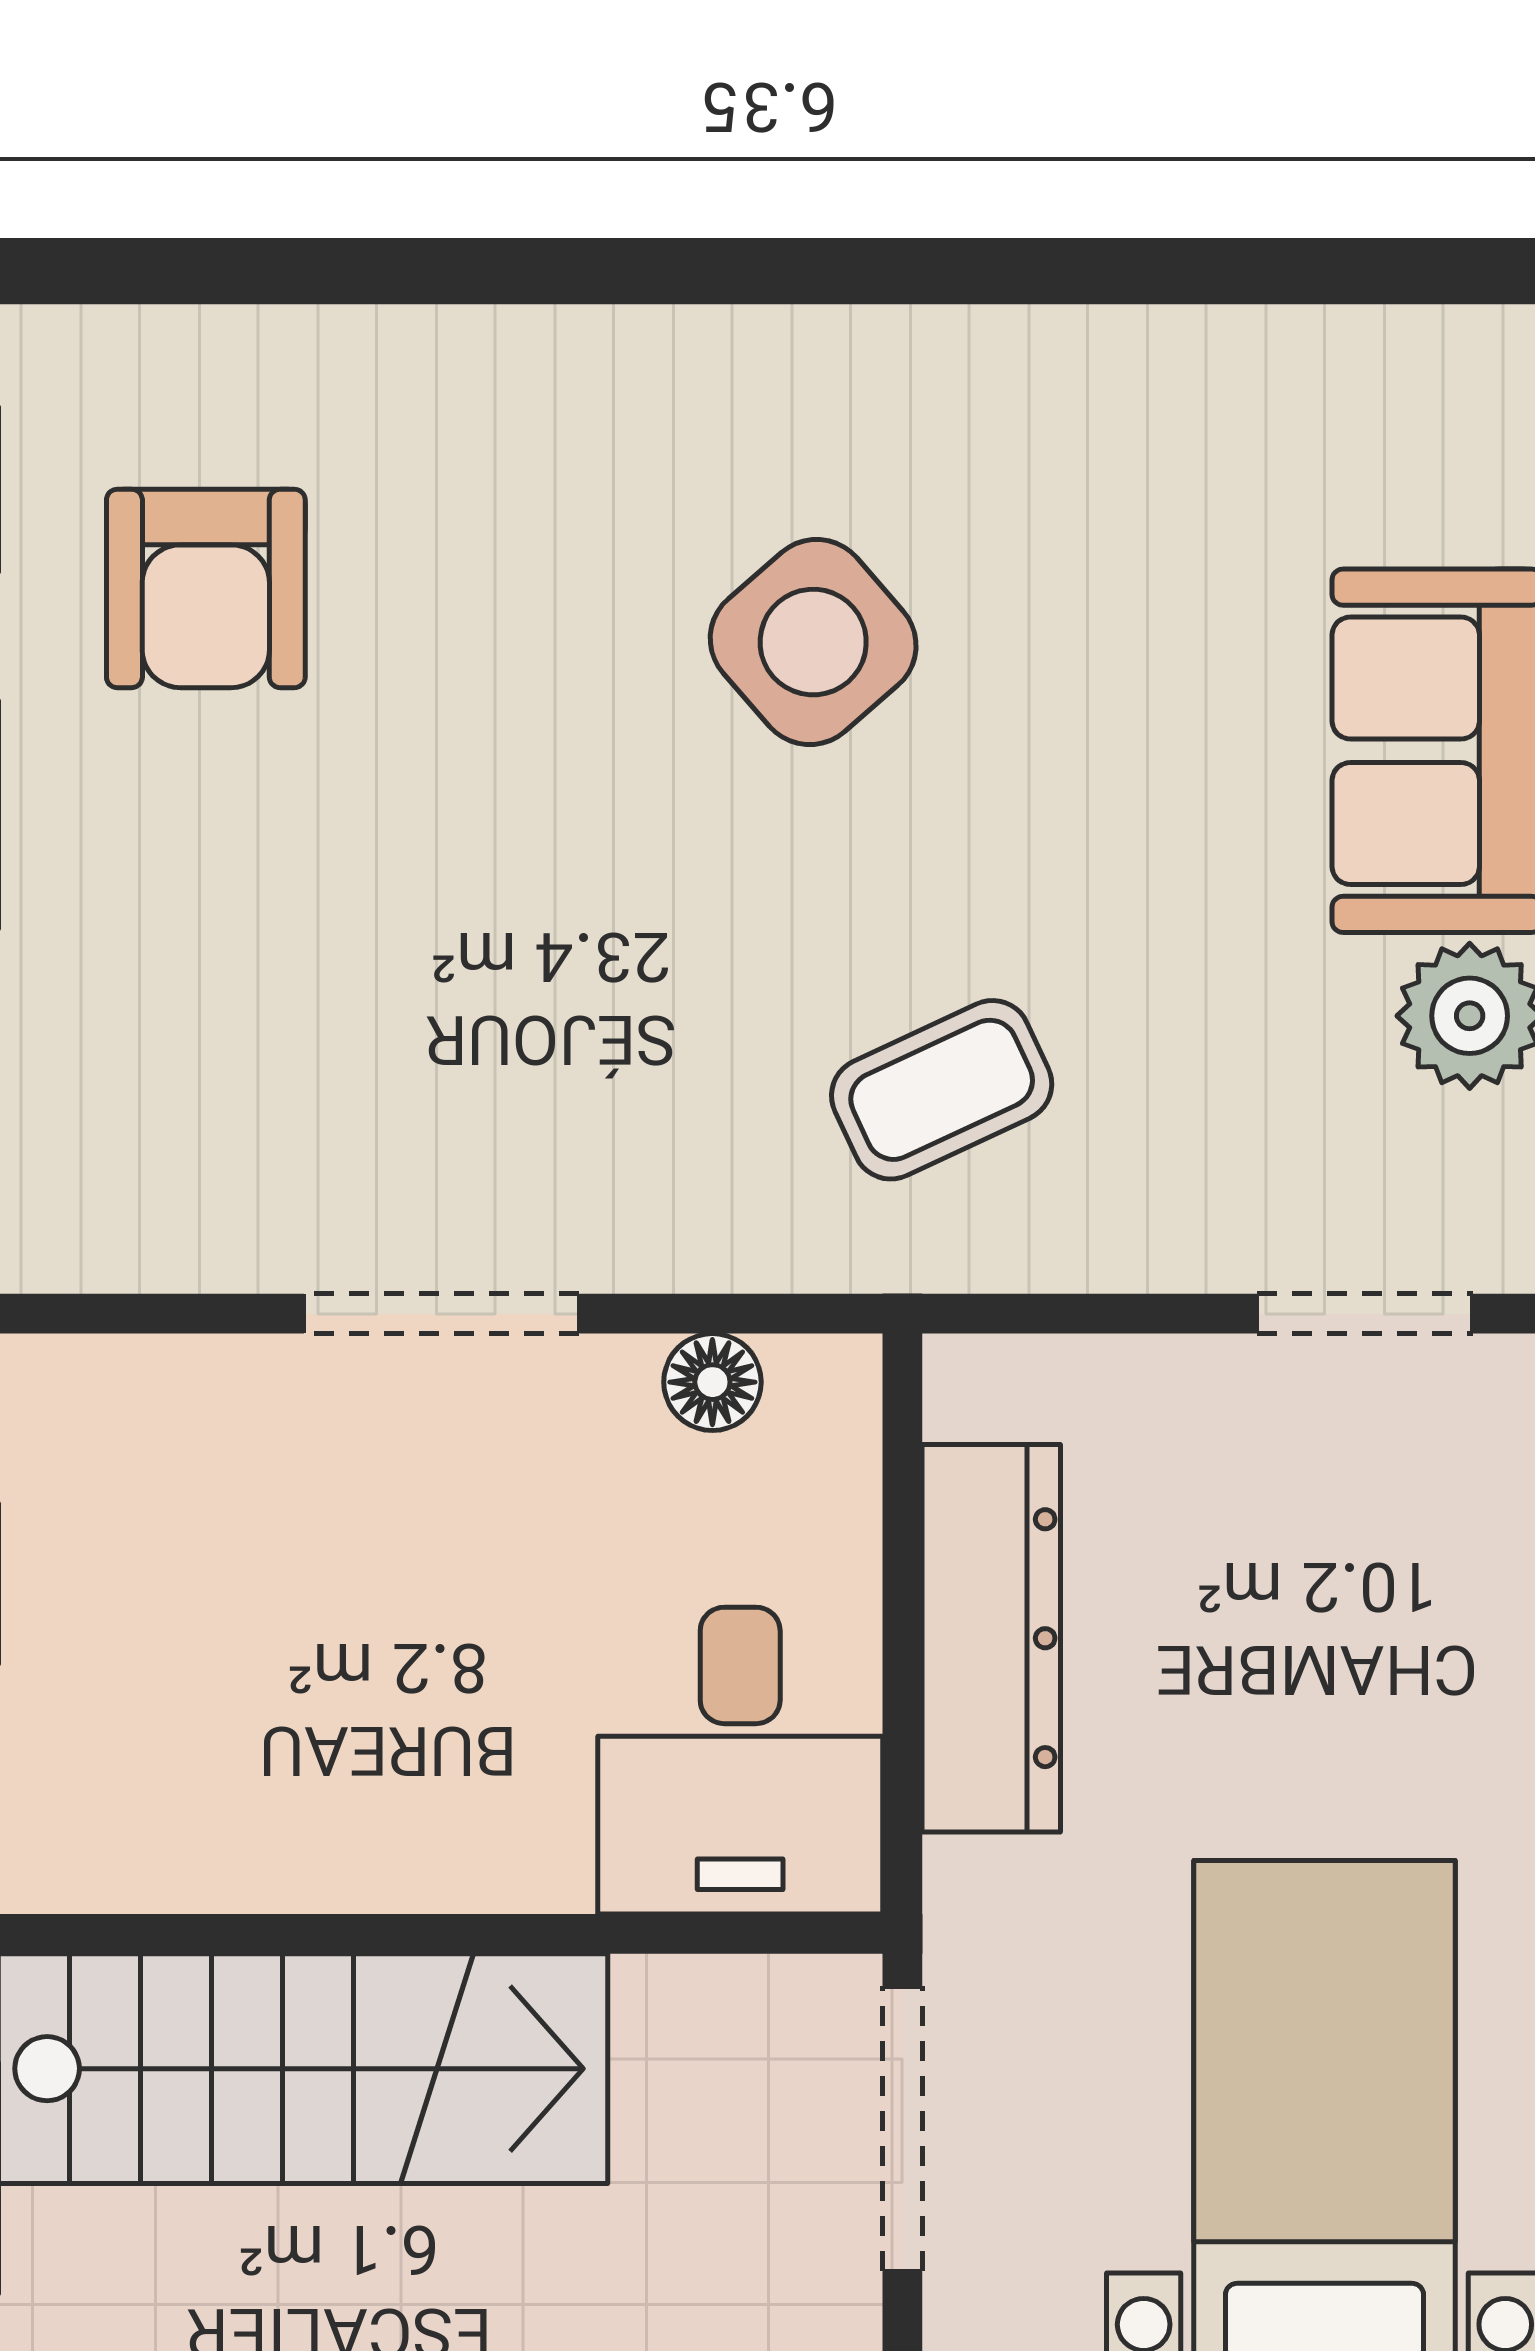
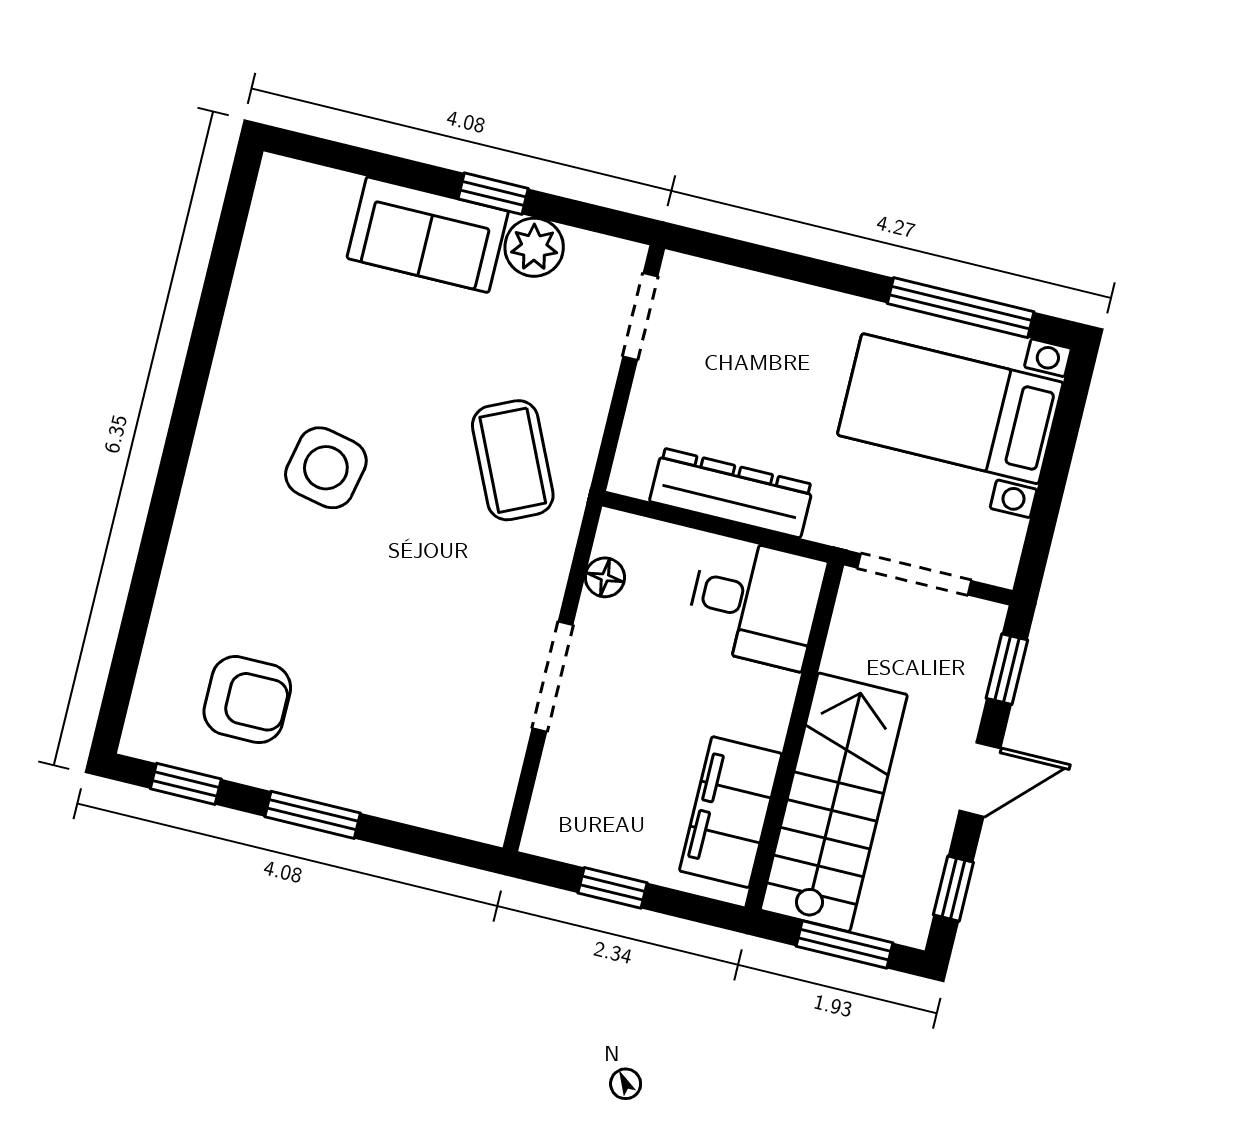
side table: (813, 642) -> (326, 468), turned -37
coffee table: (942, 1090) -> (513, 460), width x1.36, depth x1.30
filing cabinet: (218, 1824) -> (731, 812), added

